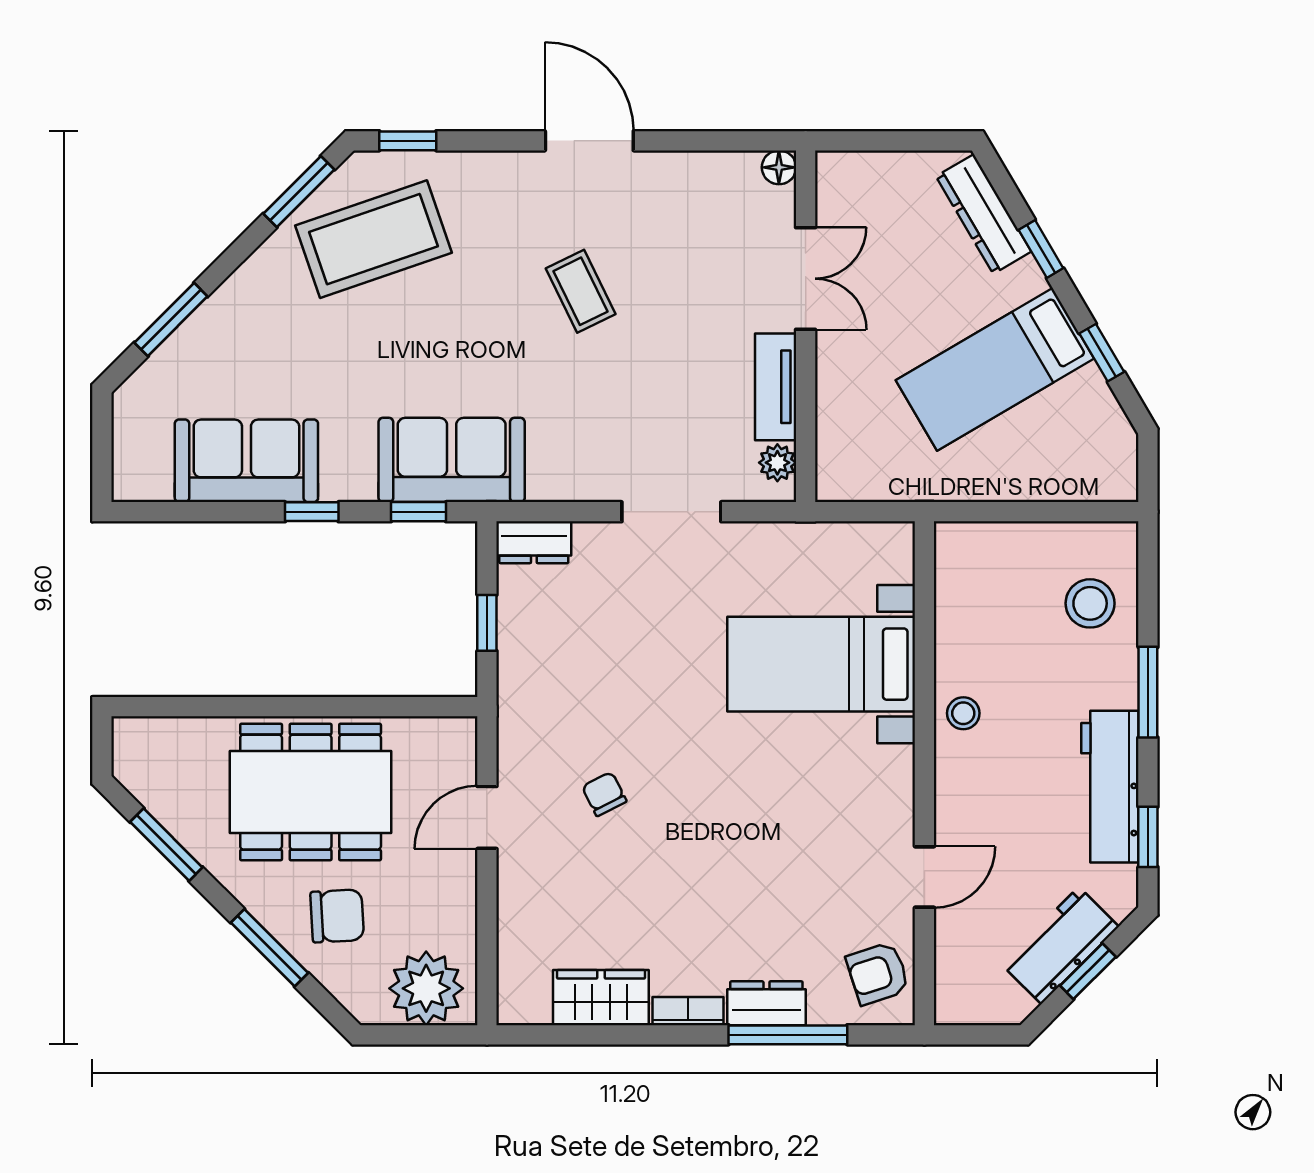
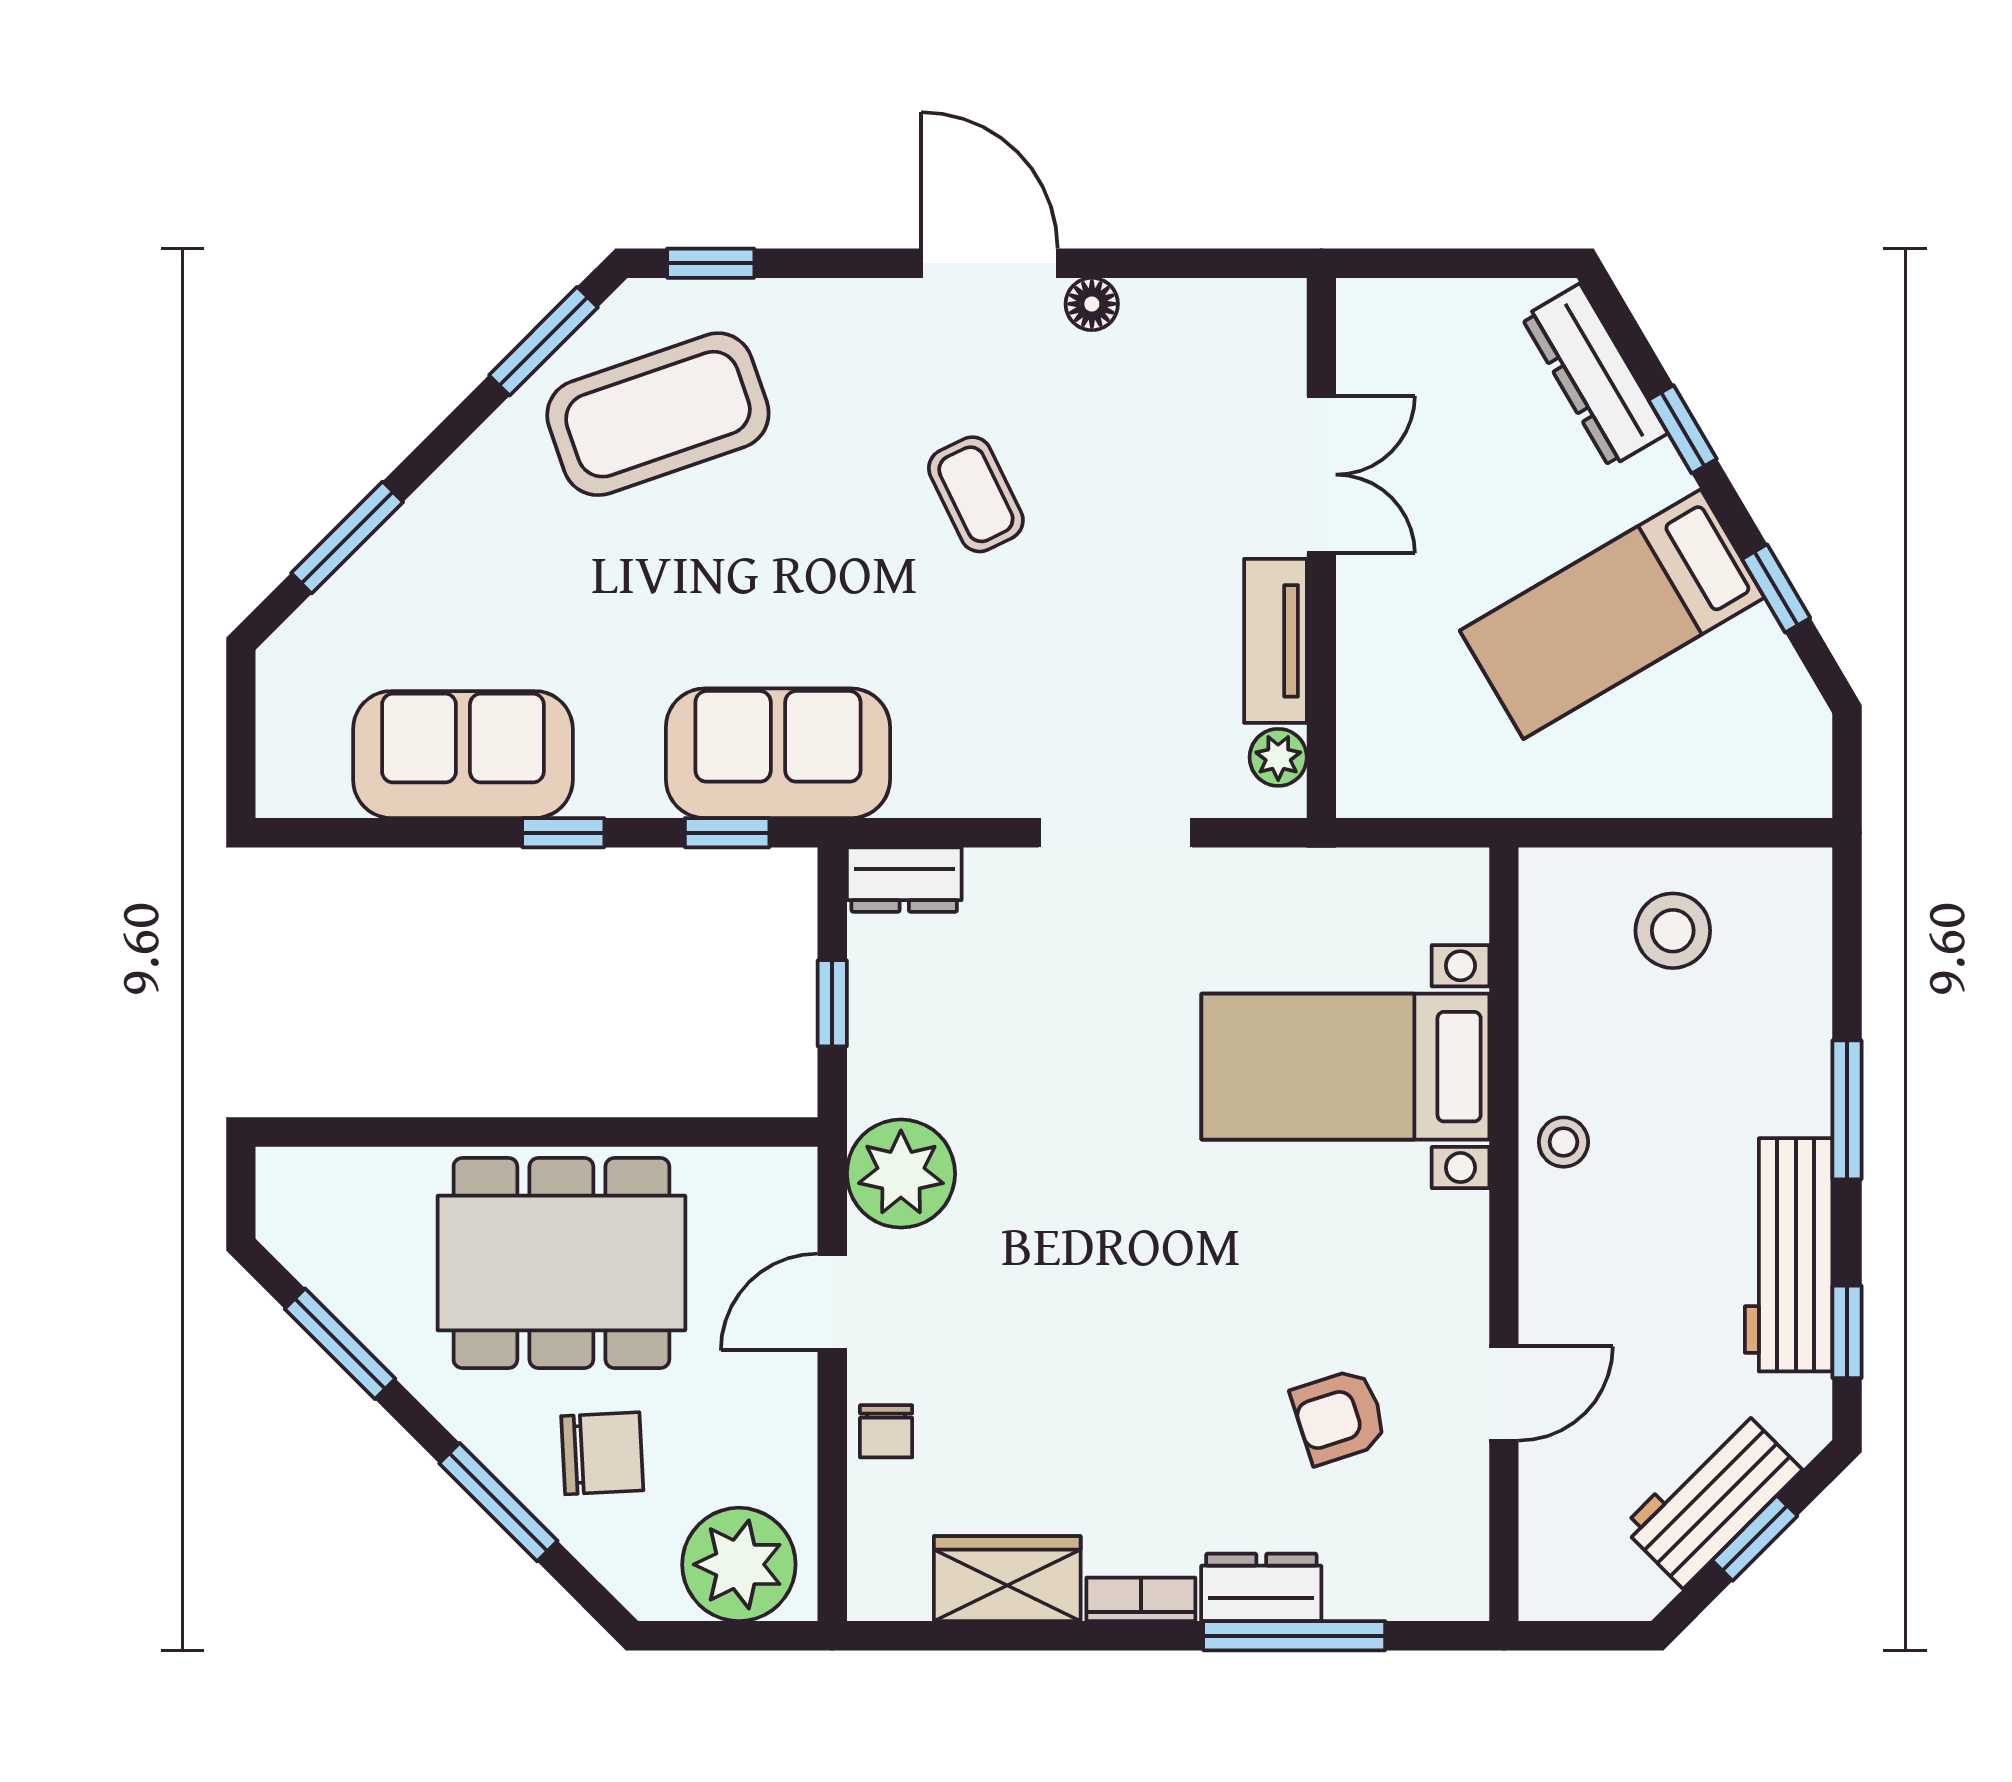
floor lamp: (779, 167) -> (1092, 304), moved
stool: (1090, 603) -> (1673, 931), moved
plant: (532, 734) -> (901, 1174), added
chair: (604, 794) -> (886, 1431), moved, turned -153
armchair: (878, 973) -> (1339, 1416), moved

